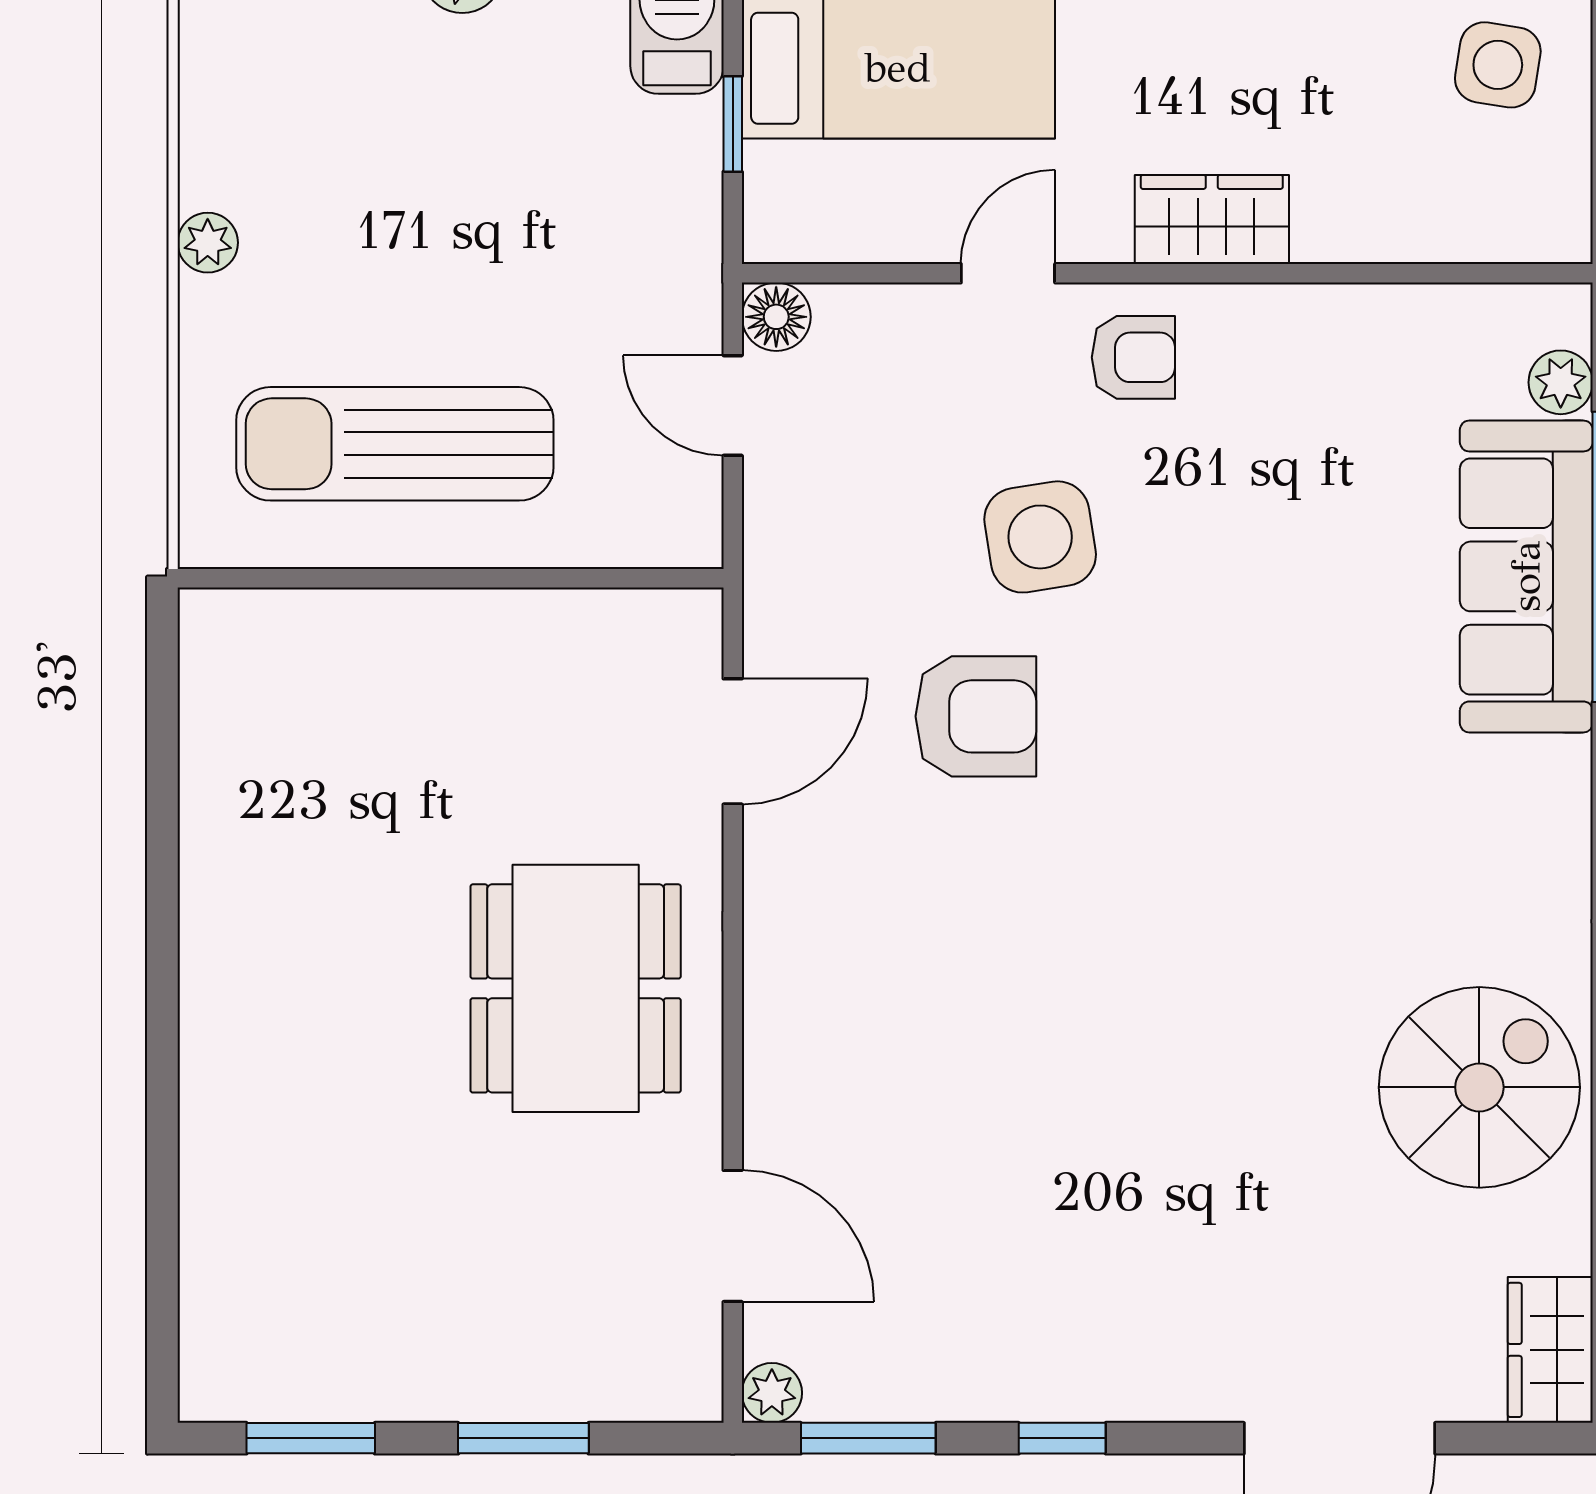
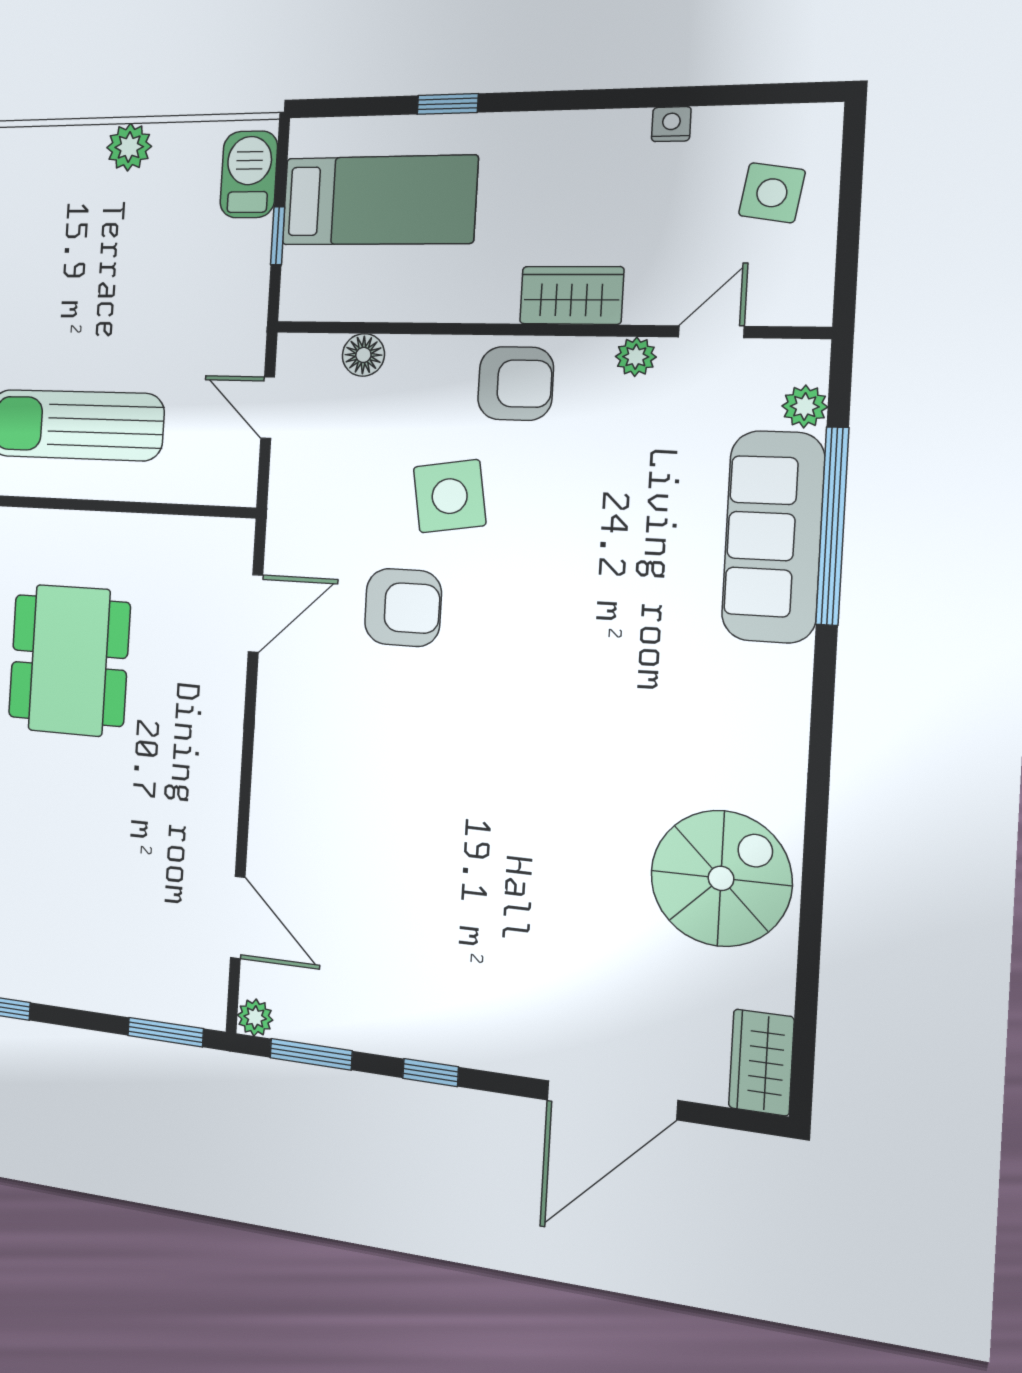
door: (1008, 273) -> (711, 332), moved
plant: (1313, 313) -> (636, 357), added
floor lamp: (776, 317) -> (363, 355), moved
armchair: (1133, 357) -> (516, 383), width x1.38, depth x1.38
dining table: (576, 988) -> (69, 660), moved
window: (523, 1438) -> (165, 1032), moved

